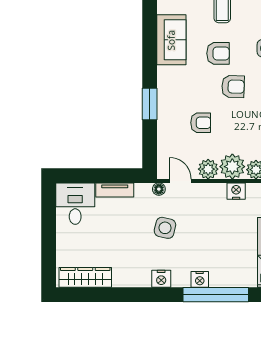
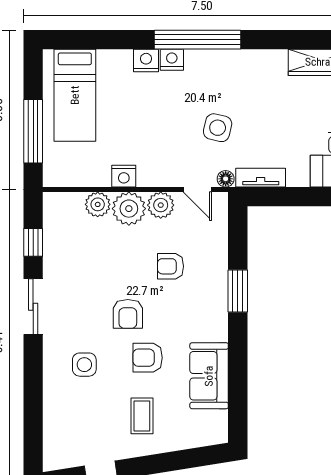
armchair: (233, 87) -> (128, 314), turned -92
tv unit: (115, 190) -> (261, 178), moved
nightstand: (161, 279) -> (146, 61), moved
window: (216, 295) -> (198, 40), moved

